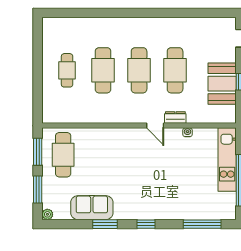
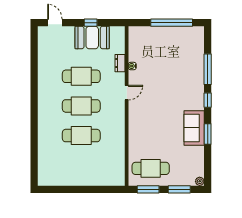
cafe table: (67, 70) -> (81, 165), removed
dresser: (175, 118) -> (120, 63), moved
kitchen unit: (227, 160) -> (155, 33), removed
sofa: (92, 208) -> (194, 128), moved
window: (202, 224) -> (208, 69), moved

